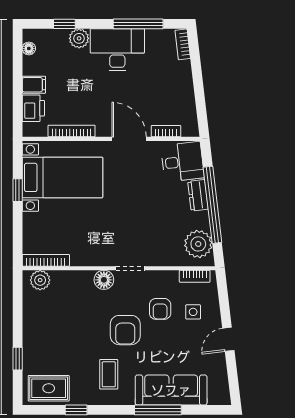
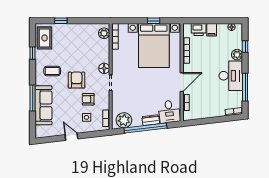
bed with nightstands: (62, 177) -> (154, 46), width x1.36
armchair: (125, 330) -> (77, 80), turned 90

